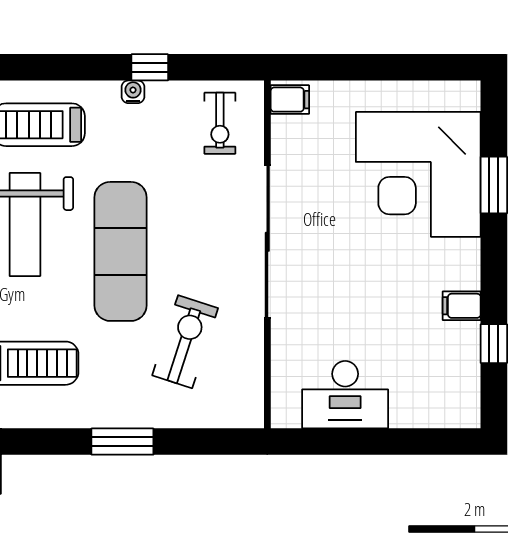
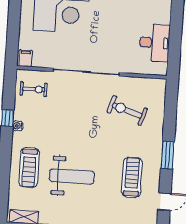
exercise mat: (121, 251) -> (86, 136), removed
window: (122, 442) -> (168, 155), moved

